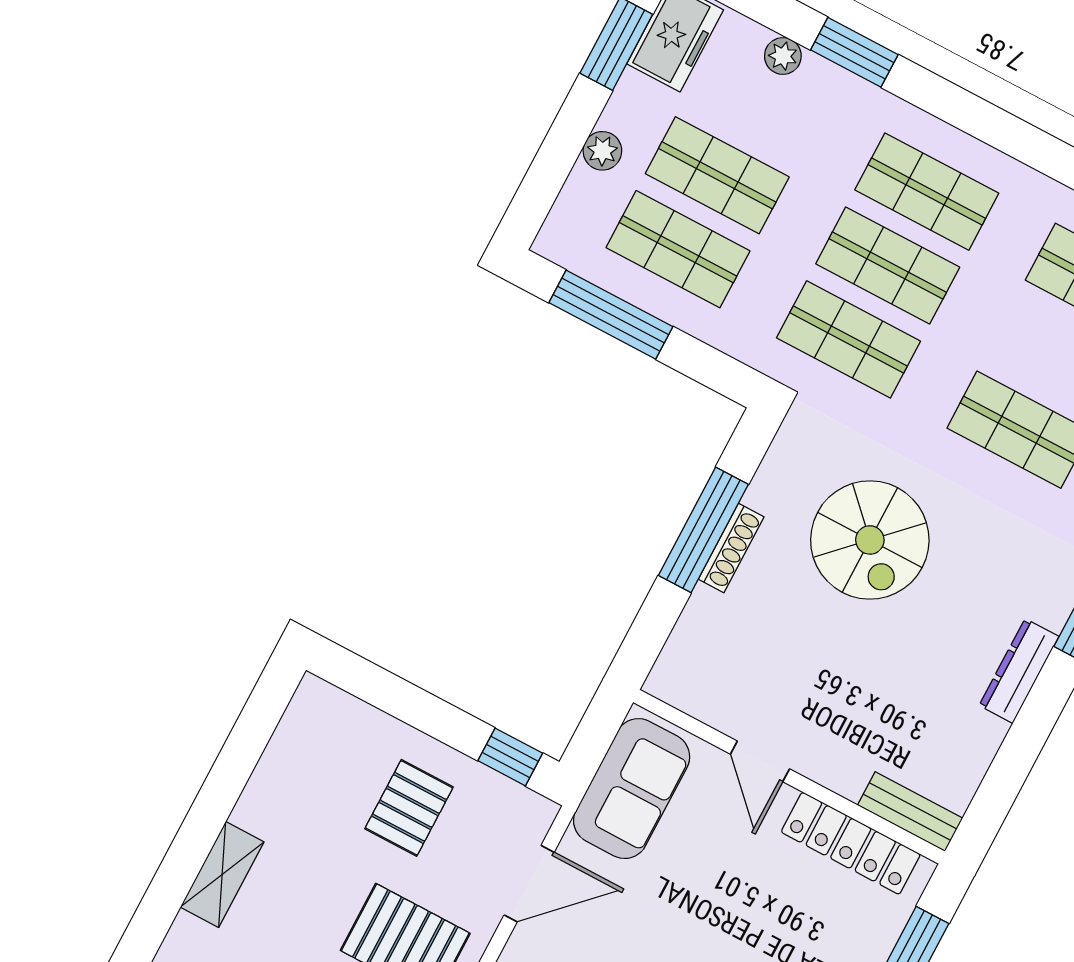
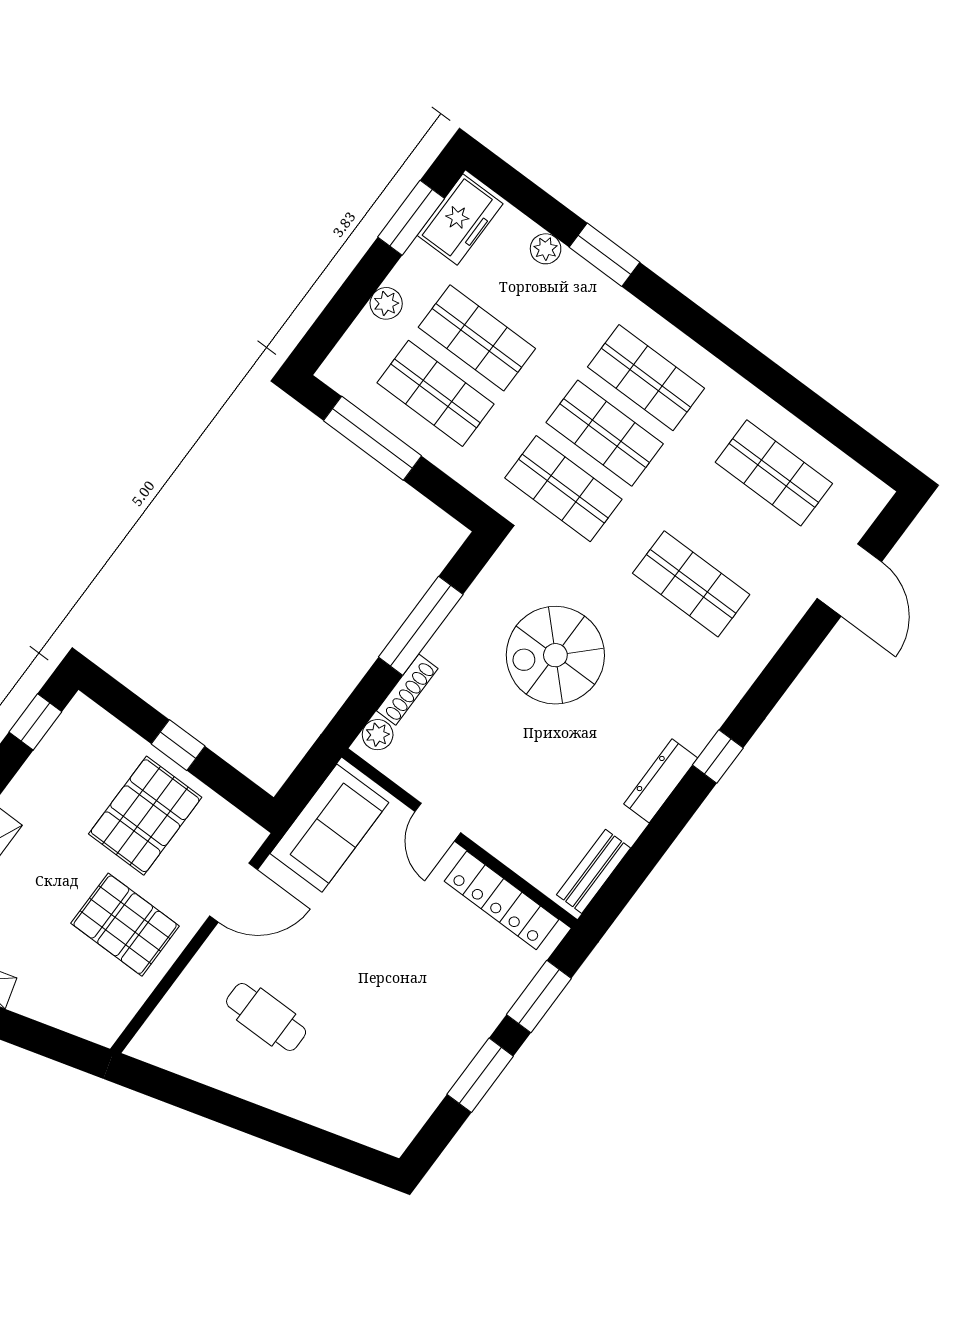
spiral stairs: (870, 540) -> (555, 655), turned 90
shoe rack: (731, 548) -> (407, 690), moved
plant: (672, 668) -> (378, 735), added
window: (260, 716) -> (35, 722), added
window: (510, 757) -> (178, 745), moved
pallet: (409, 808) -> (145, 816), width x1.50, depth x1.42
bench: (910, 812) -> (594, 871), moved, turned 90

